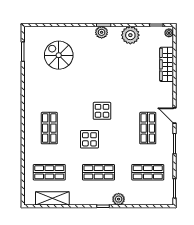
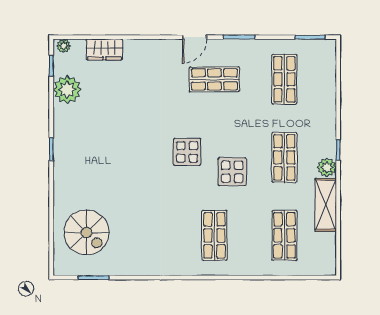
plant: (102, 32) -> (63, 153), removed
plant: (130, 35) -> (67, 90), moved
spiral stairs: (59, 55) -> (86, 232), moved, turned -90
wardrobe: (167, 64) -> (104, 49), width x0.67
shop shelf: (49, 128) -> (214, 235), turned 90
shelving: (52, 198) -> (326, 205), moved
plant: (119, 199) -> (327, 167), moved

